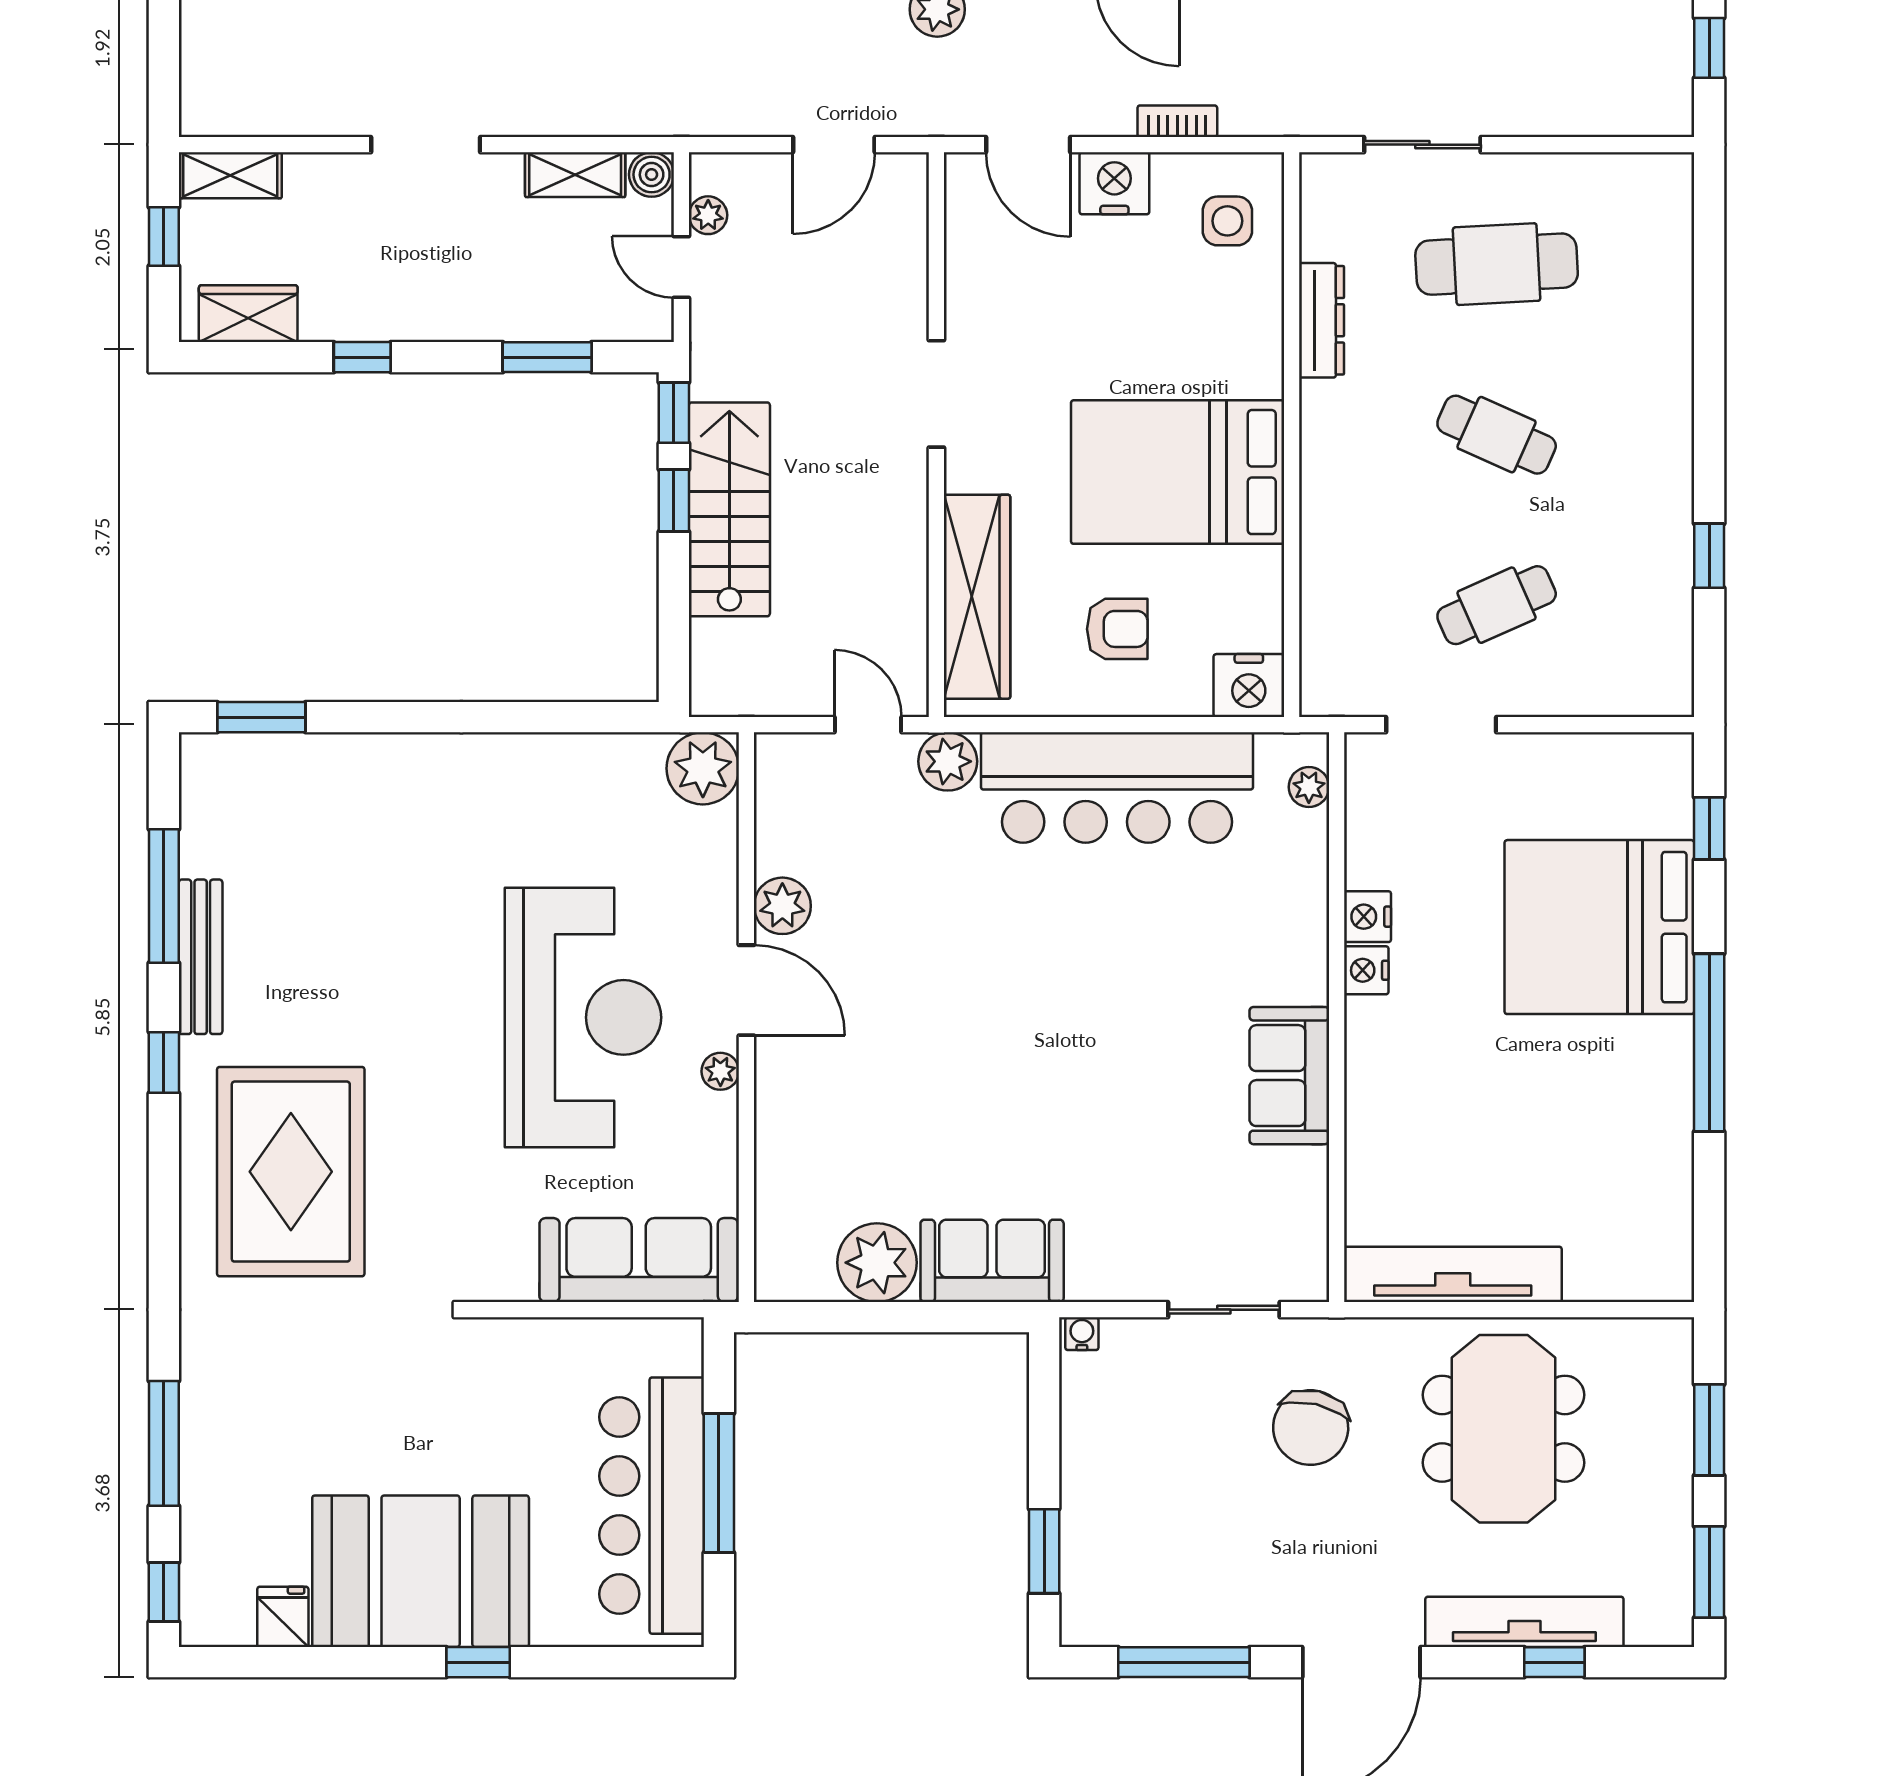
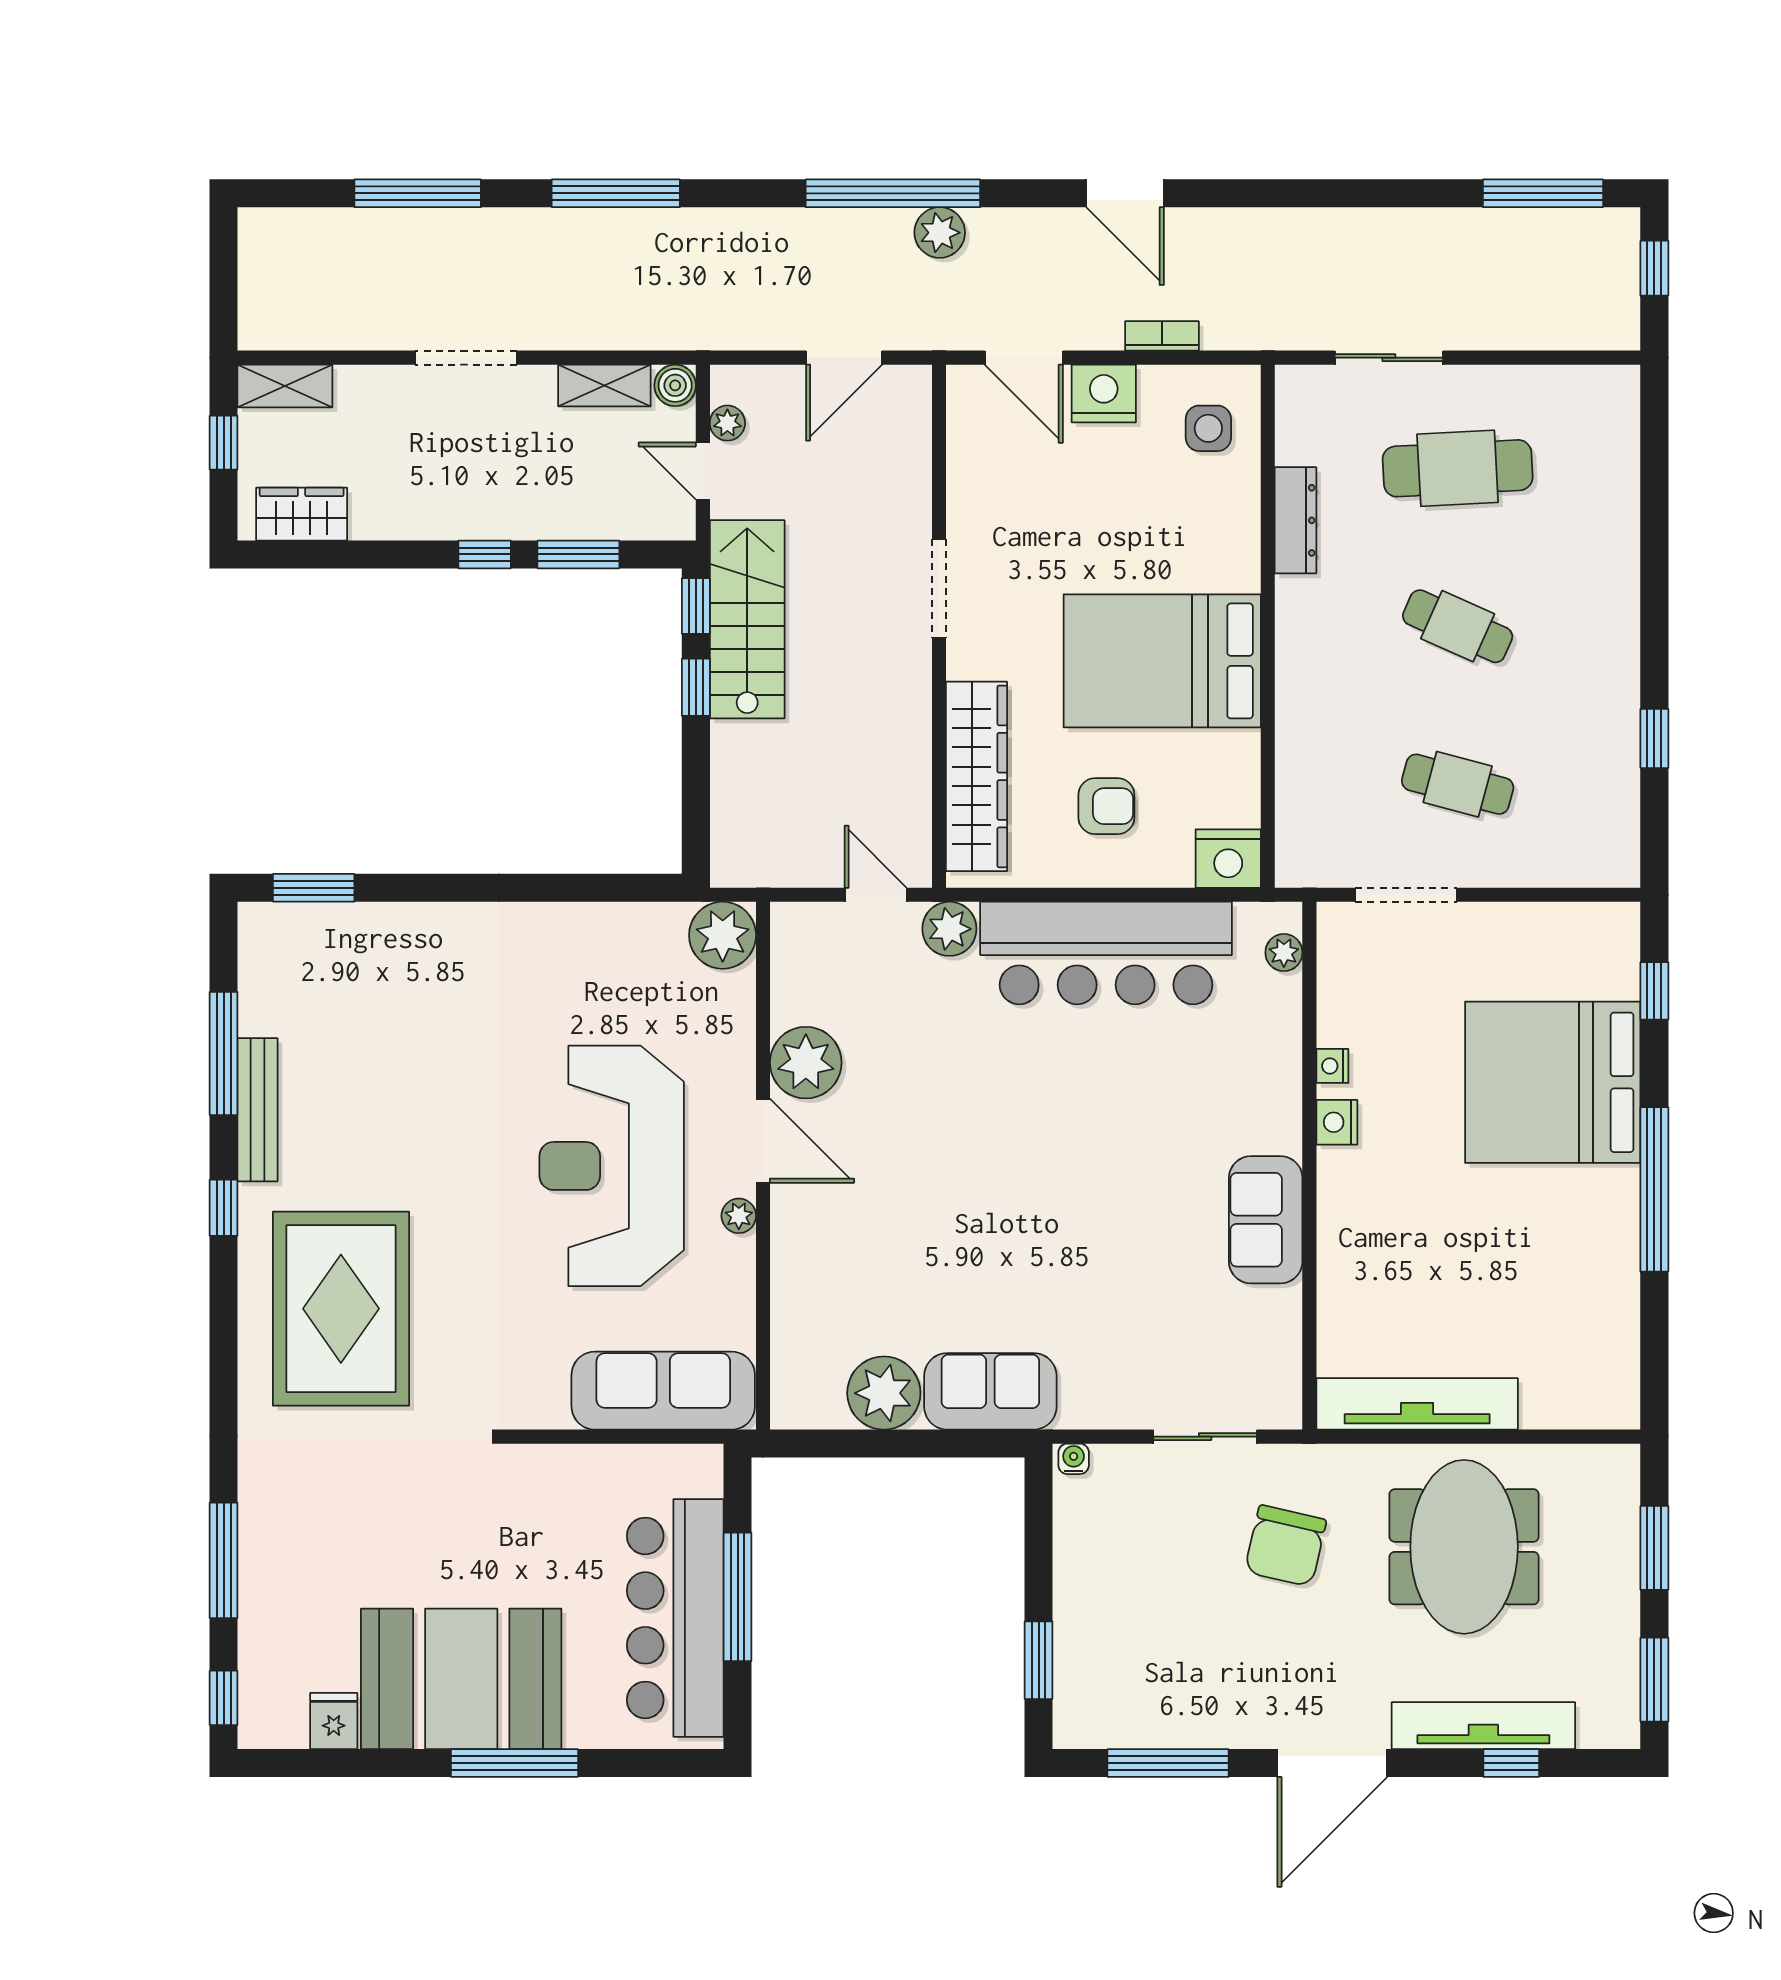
window: (362, 357) -> (485, 554), moved
stairs: (729, 509) -> (747, 619), moved
cafe table: (1497, 605) -> (1458, 784), turned 39
plant: (782, 906) -> (806, 1063), width x1.36, depth x1.36
nightstand: (1367, 917) -> (1332, 1066), width x0.72, depth x0.74
reception desk: (583, 1017) -> (612, 1166), turned 180
window: (478, 1662) -> (514, 1763), width x2.17

